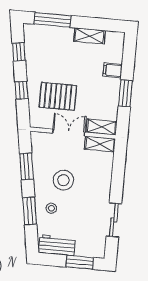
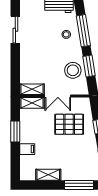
stool: (63, 180) -> (73, 70), moved
window: (30, 211) -> (83, 31), width x1.44

